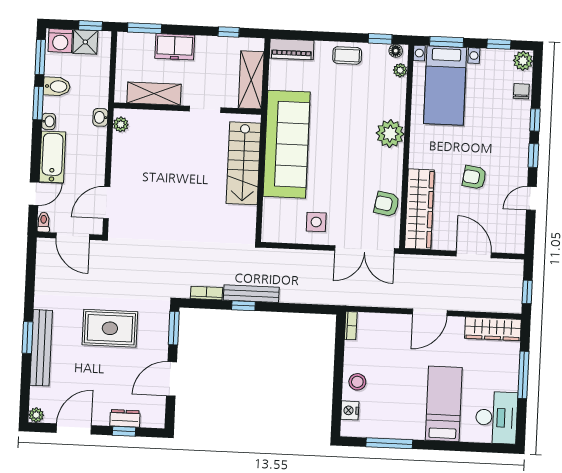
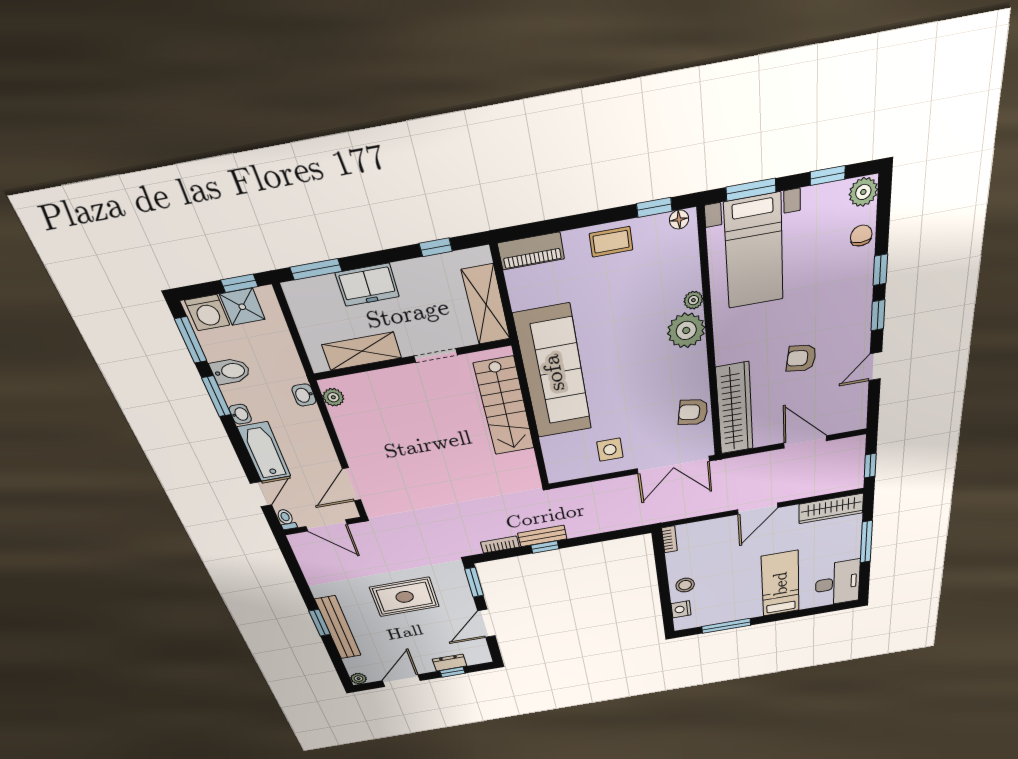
plant: (400, 70) -> (693, 300), moved
bench: (251, 294) -> (542, 536), width x0.73

